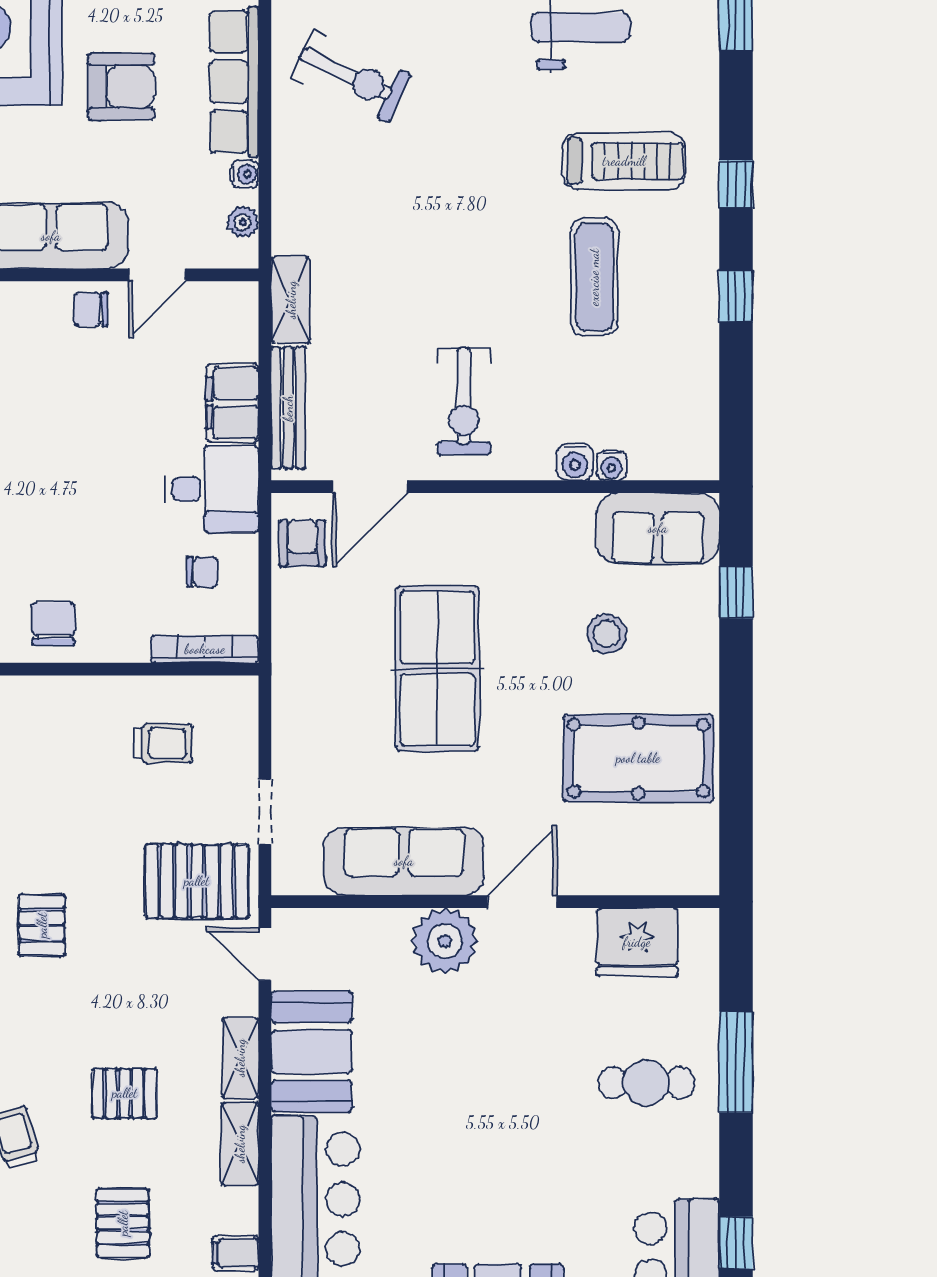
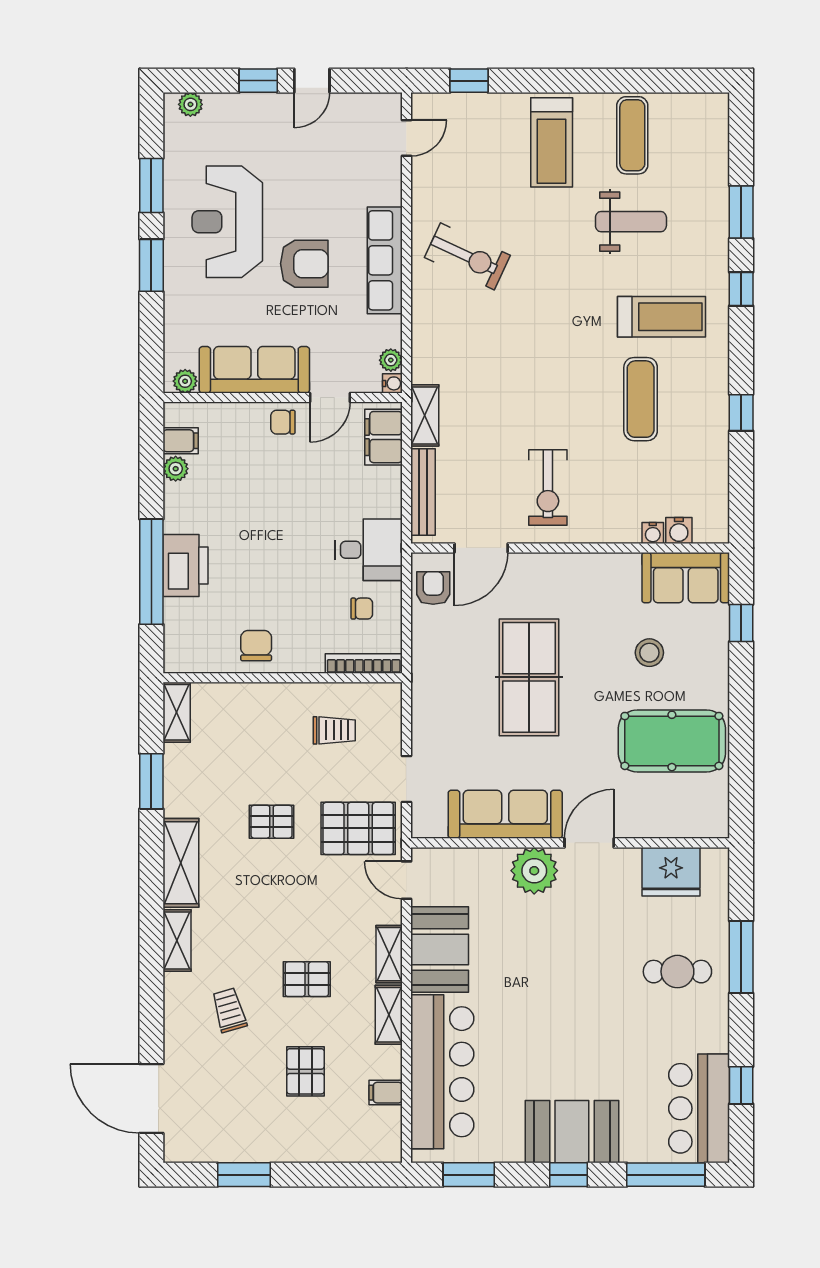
water cooler: (245, 174) -> (392, 383), moved
window: (736, 184) -> (741, 289), moved
filing cabinet: (232, 403) -> (383, 437), moved
water cooler: (575, 462) -> (679, 530), moved
pallet: (42, 925) -> (272, 822), moved, turned 90

